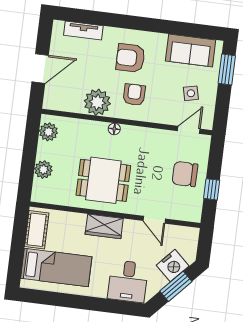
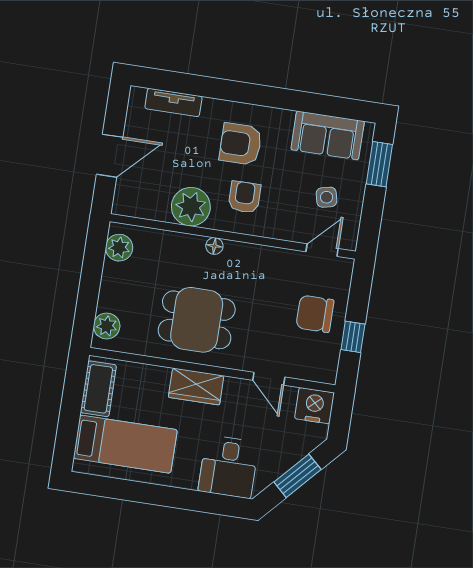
plant: (43, 170) -> (107, 326), moved
nightstand: (173, 266) -> (314, 406), moved, turned -133

